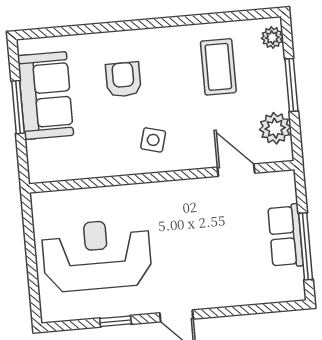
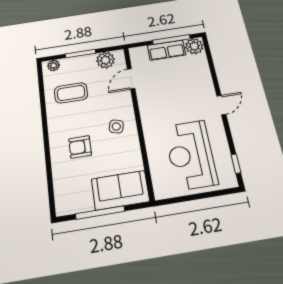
sofa: (46, 95) -> (120, 190), moved
window: (18, 107) -> (100, 213), width x1.44
plant: (289, 285) -> (194, 46), added
window: (115, 321) -> (236, 164), moved

